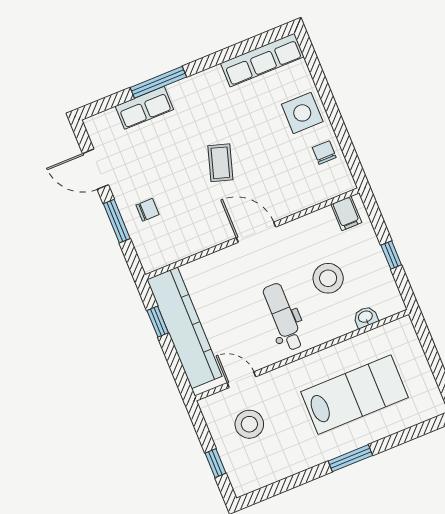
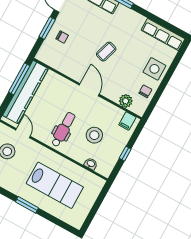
plant: (315, 192) -> (126, 101), added
window: (158, 322) -> (19, 79), width x2.17

